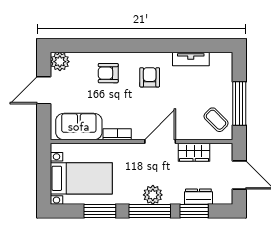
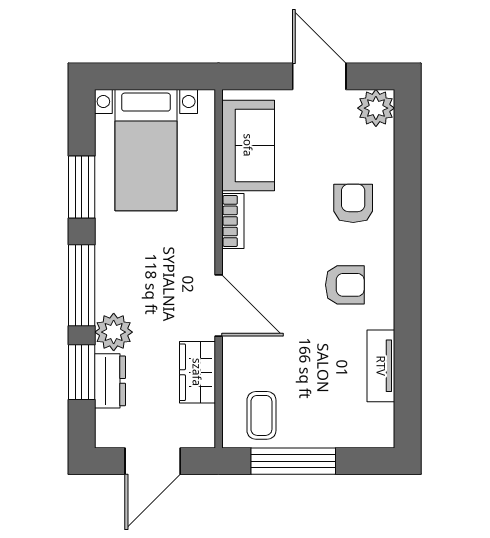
coffee table: (216, 120) -> (261, 415), turned -45
plant: (153, 195) -> (114, 332), moved

